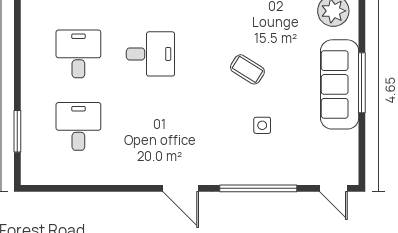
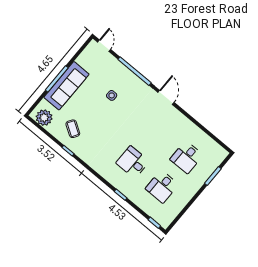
coffee table: (247, 69) -> (73, 129), moved

